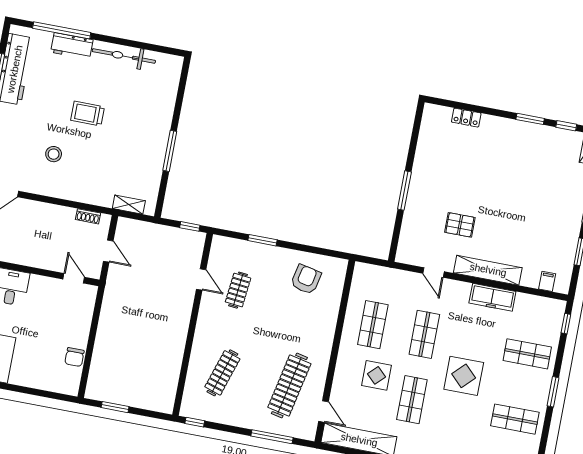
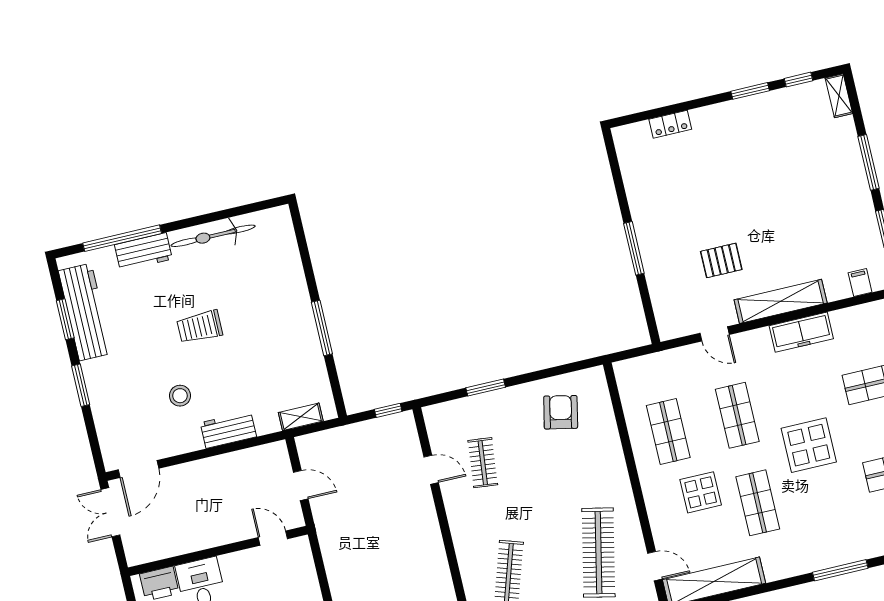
workbench: (76, 192) -> (228, 430), added
shoe rack: (88, 216) -> (257, 454), removed

